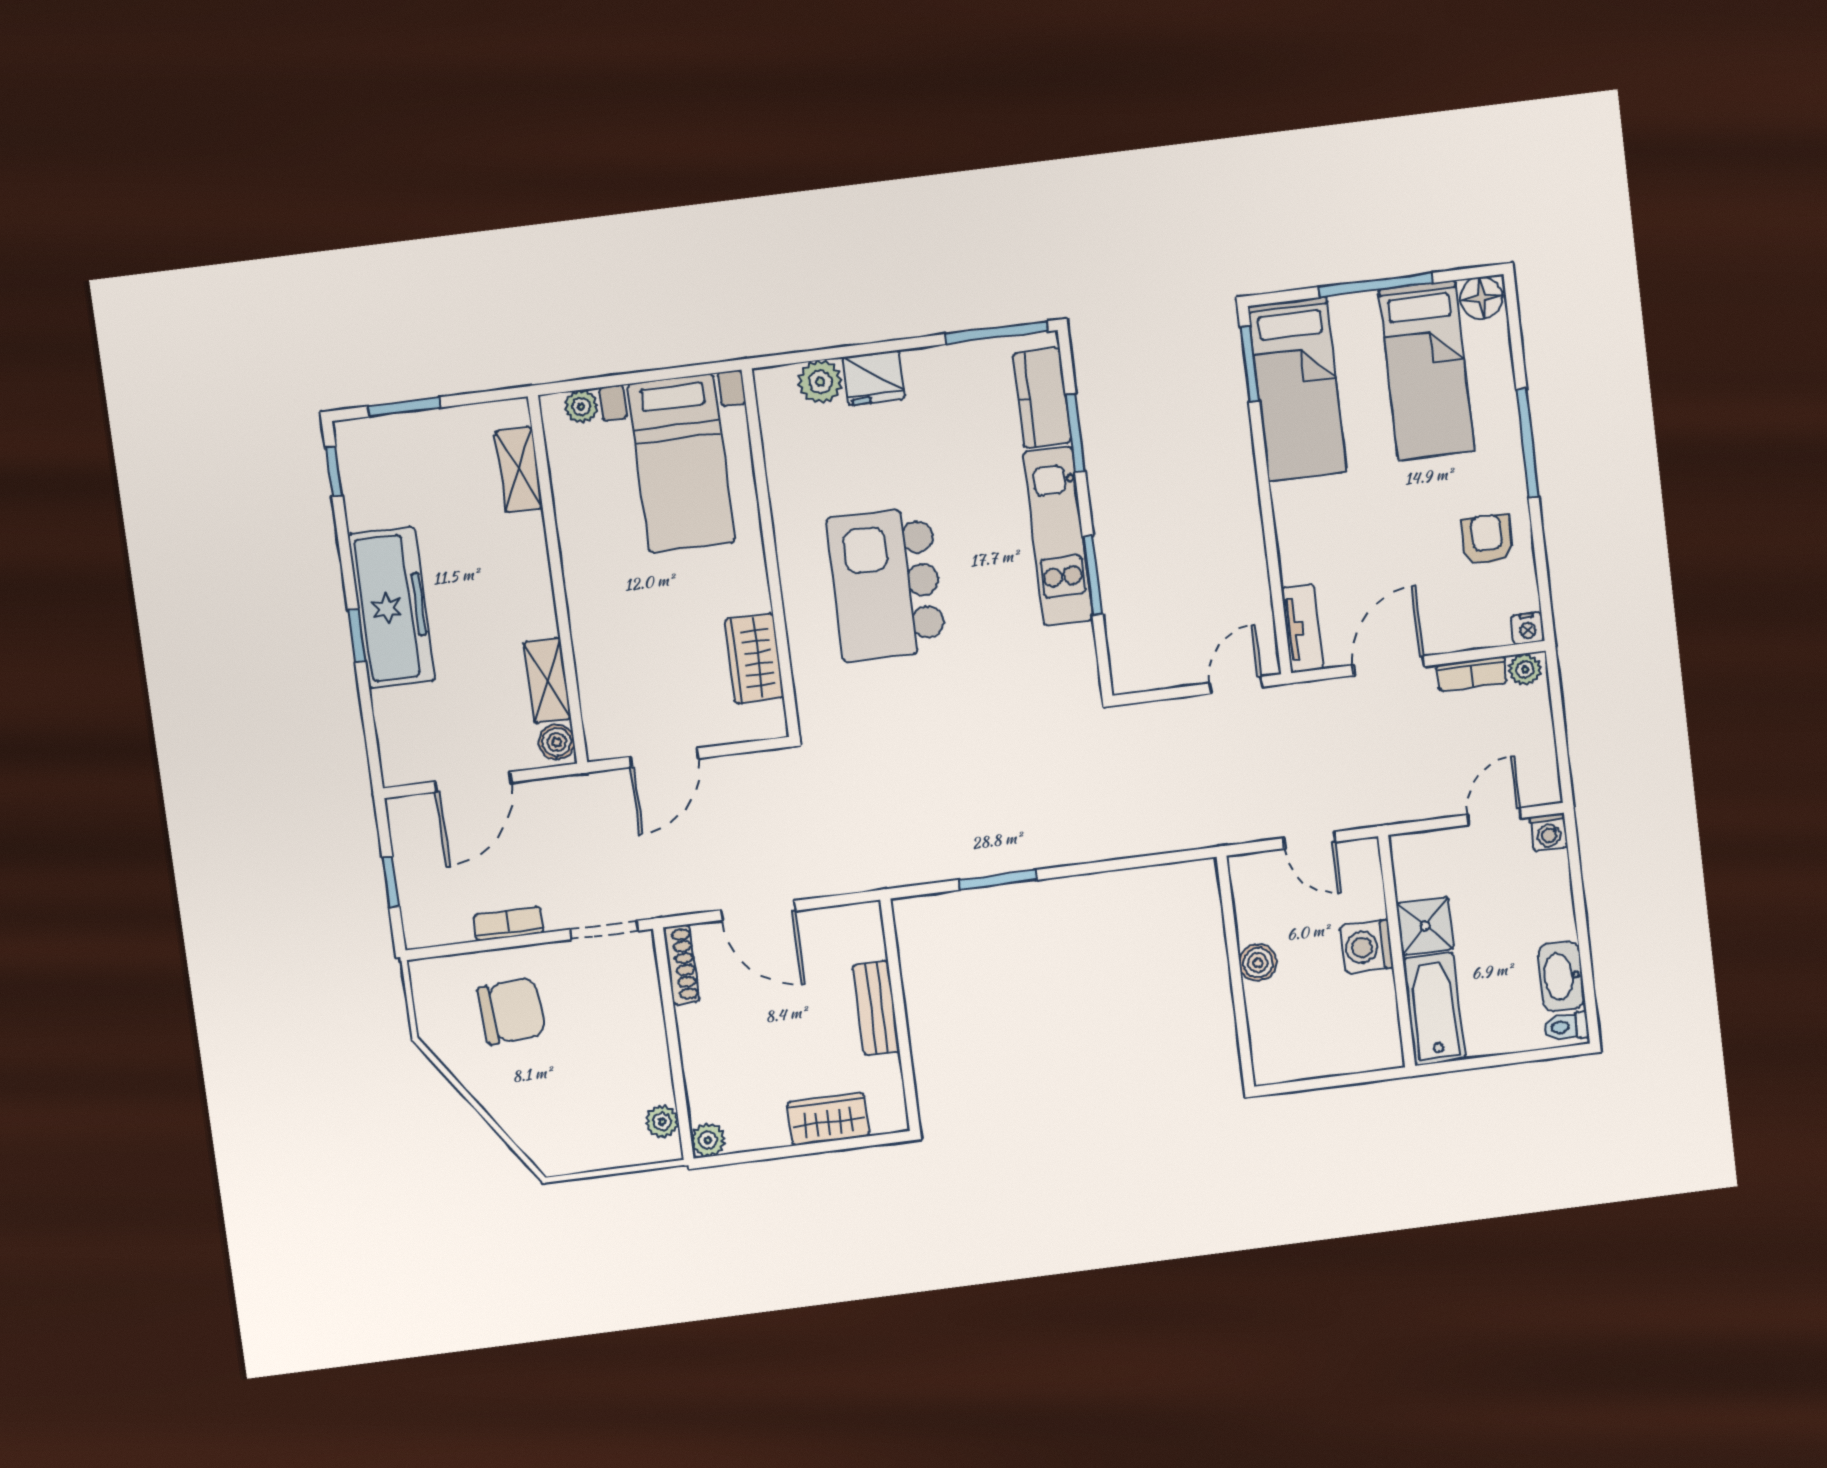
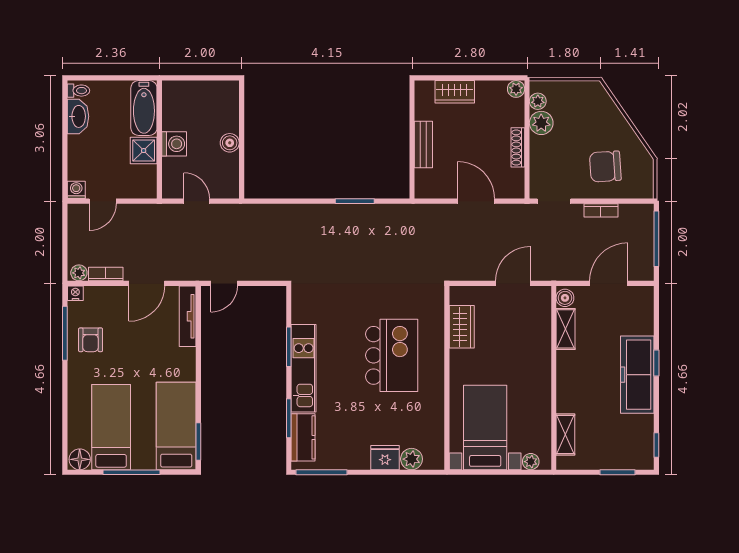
window: (1528, 443) -> (65, 333), moved
tv unit: (1302, 628) -> (188, 316), width x1.41
window: (391, 882) -> (656, 239), width x2.17
shoe rack: (681, 965) -> (518, 147), moved
plant: (650, 1080) -> (541, 123), added

